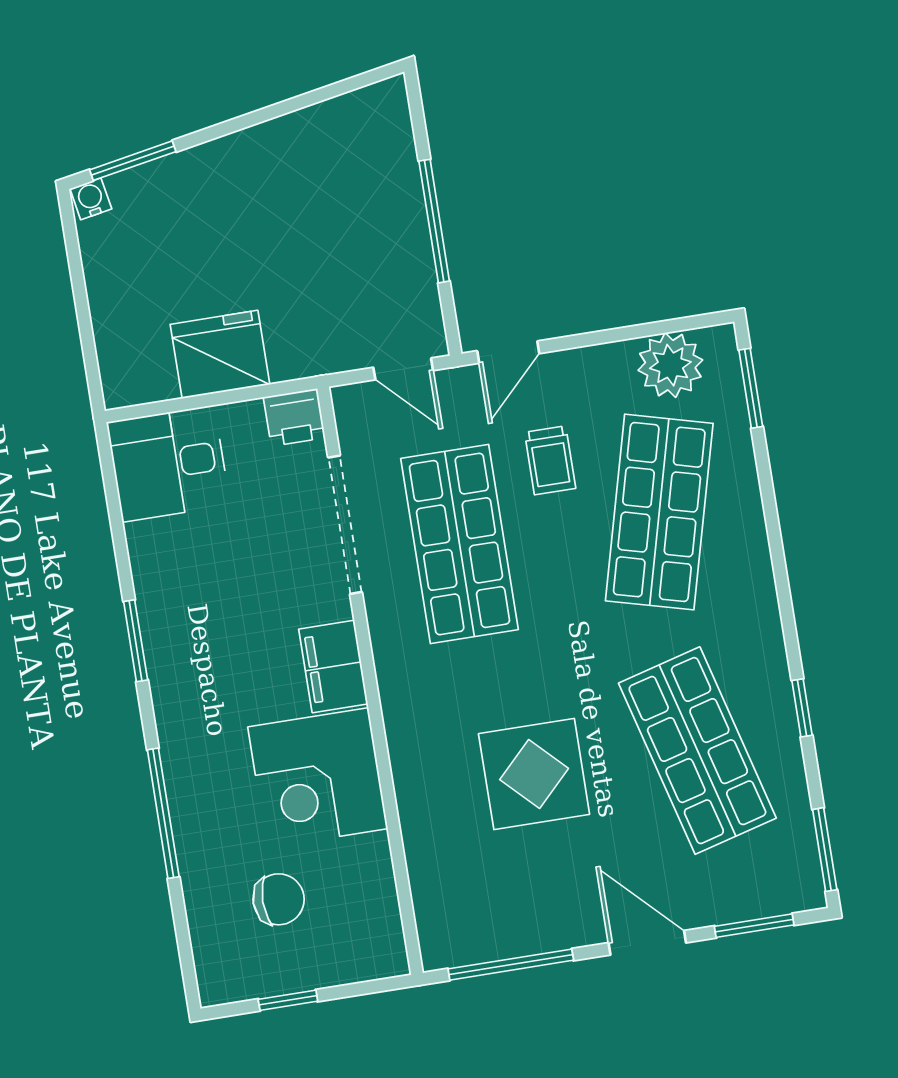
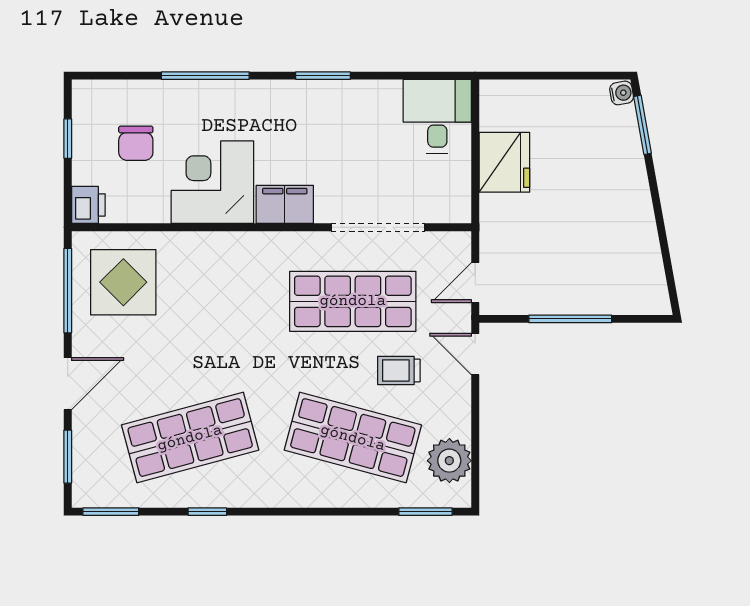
printer: (294, 417) -> (88, 205), moved, turned 180
display table: (534, 774) -> (123, 282), moved

